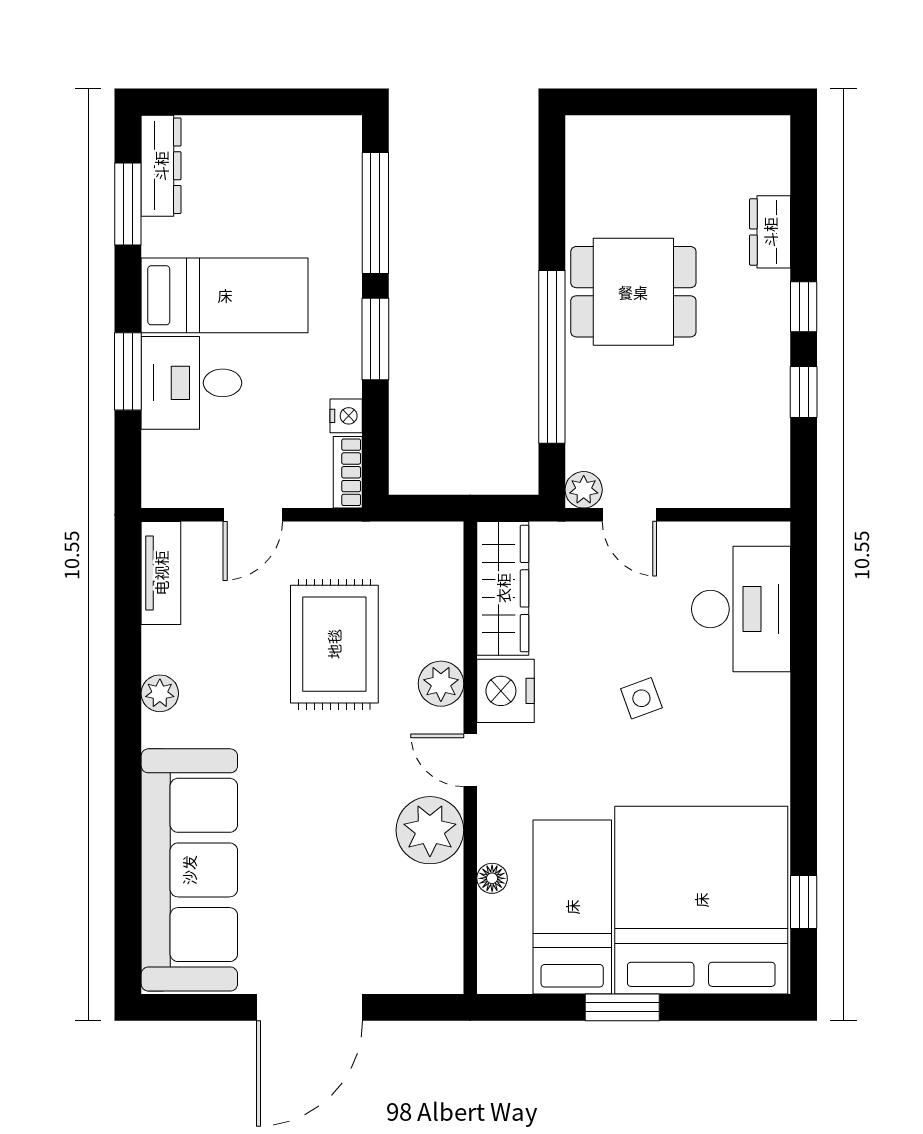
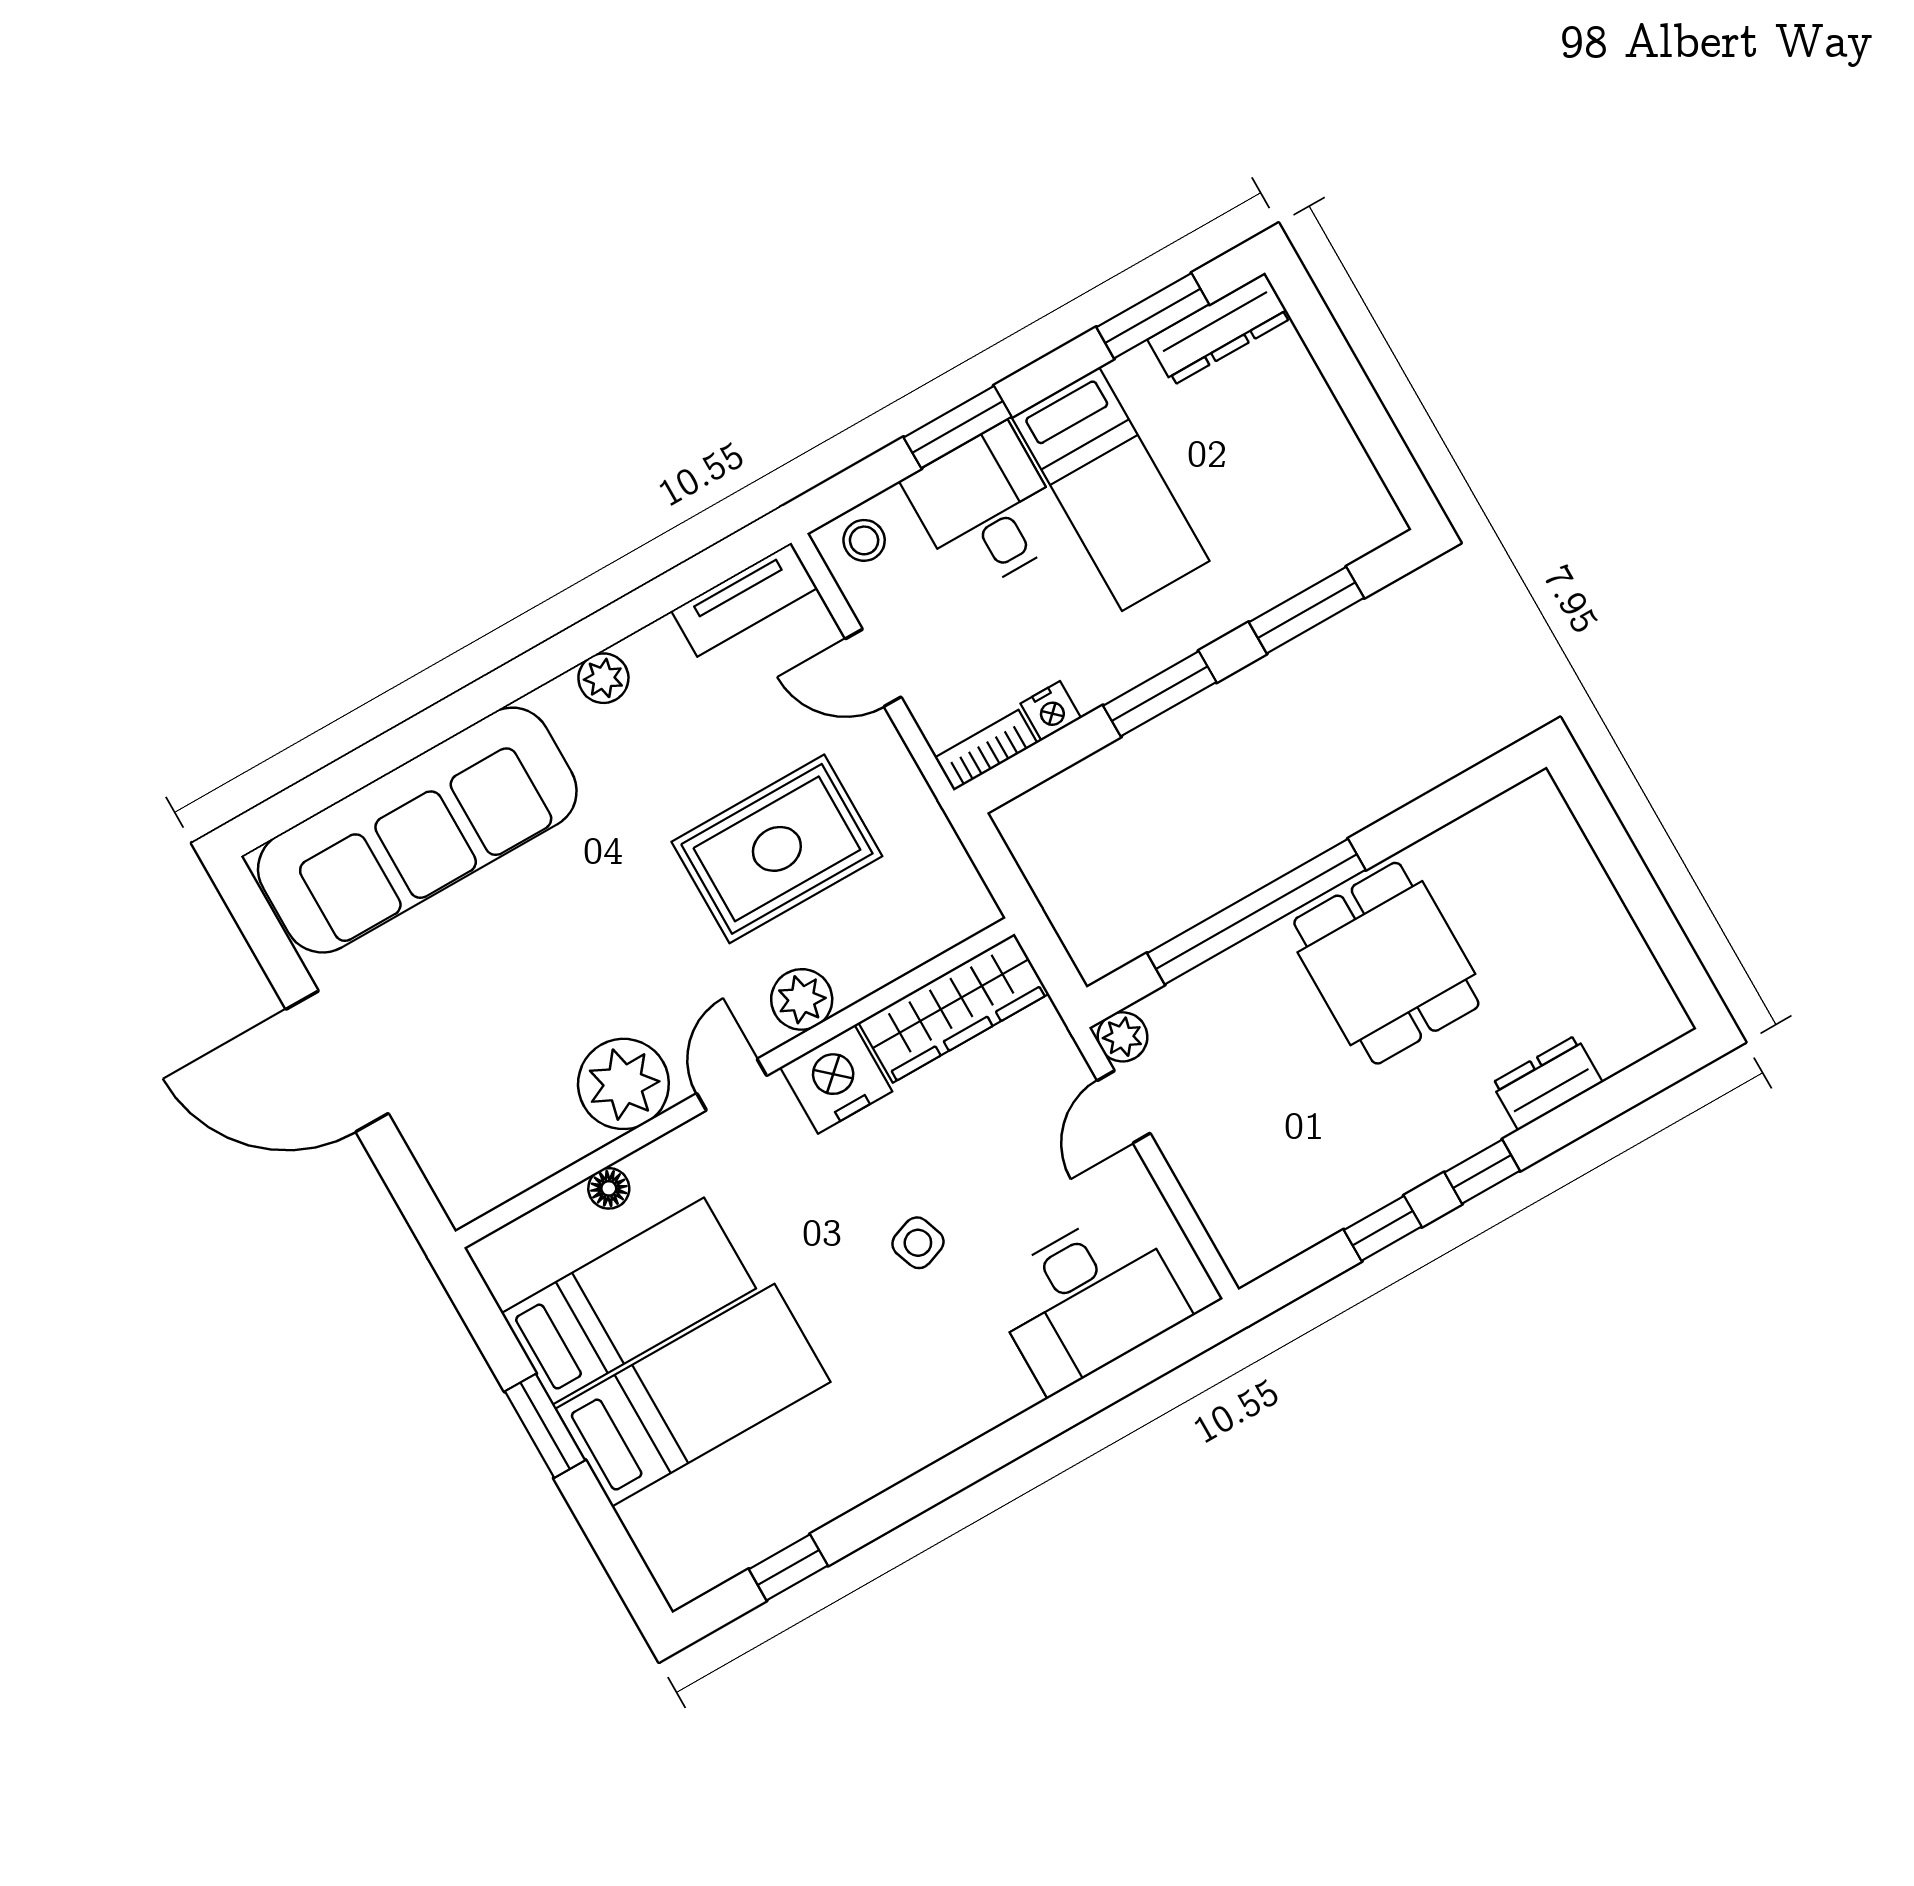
window: (375, 213) -> (1306, 610), width x0.69
stool: (167, 474) -> (864, 540), added
bed: (701, 900) -> (693, 1395), width x0.49

